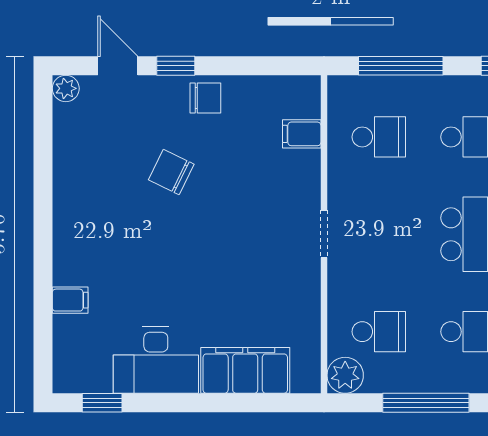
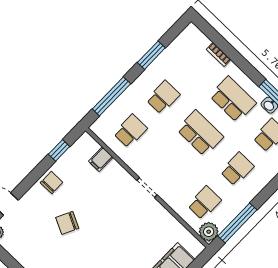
window: (176, 66) -> (59, 150), moved
window: (426, 403) -> (237, 223), moved

